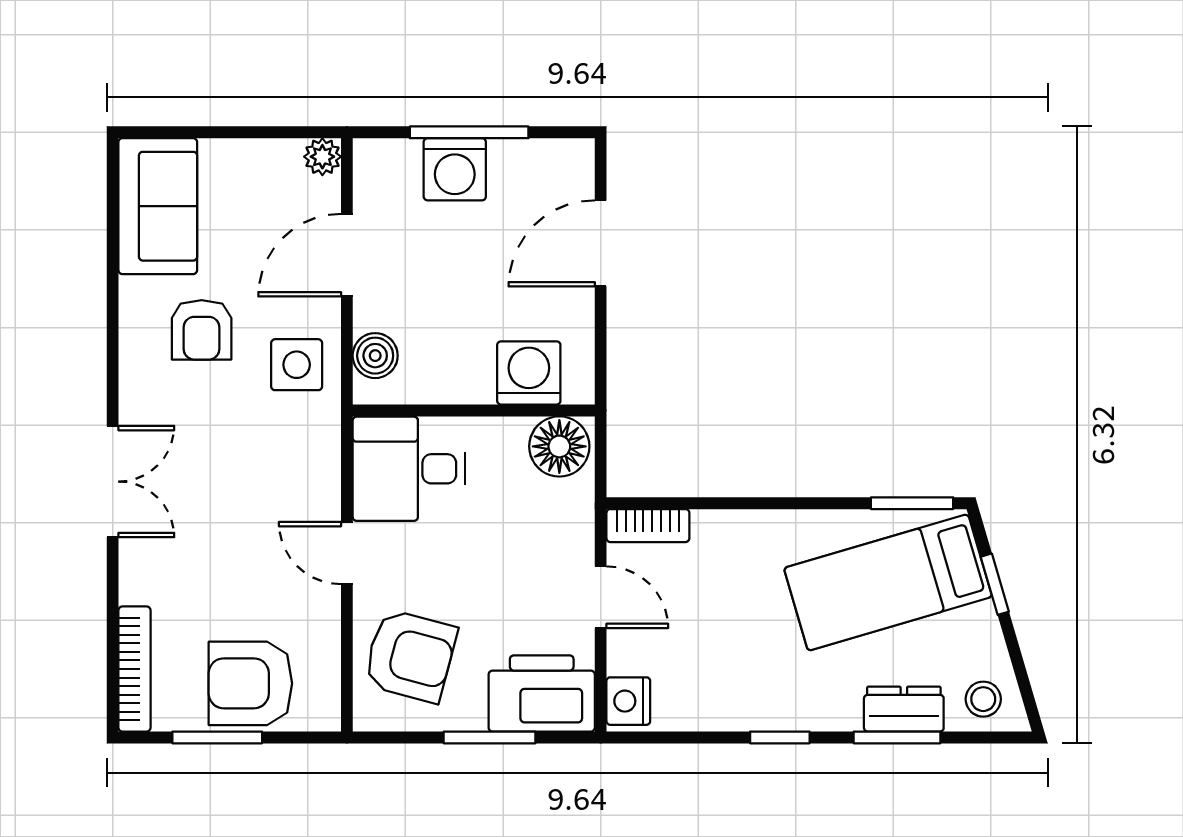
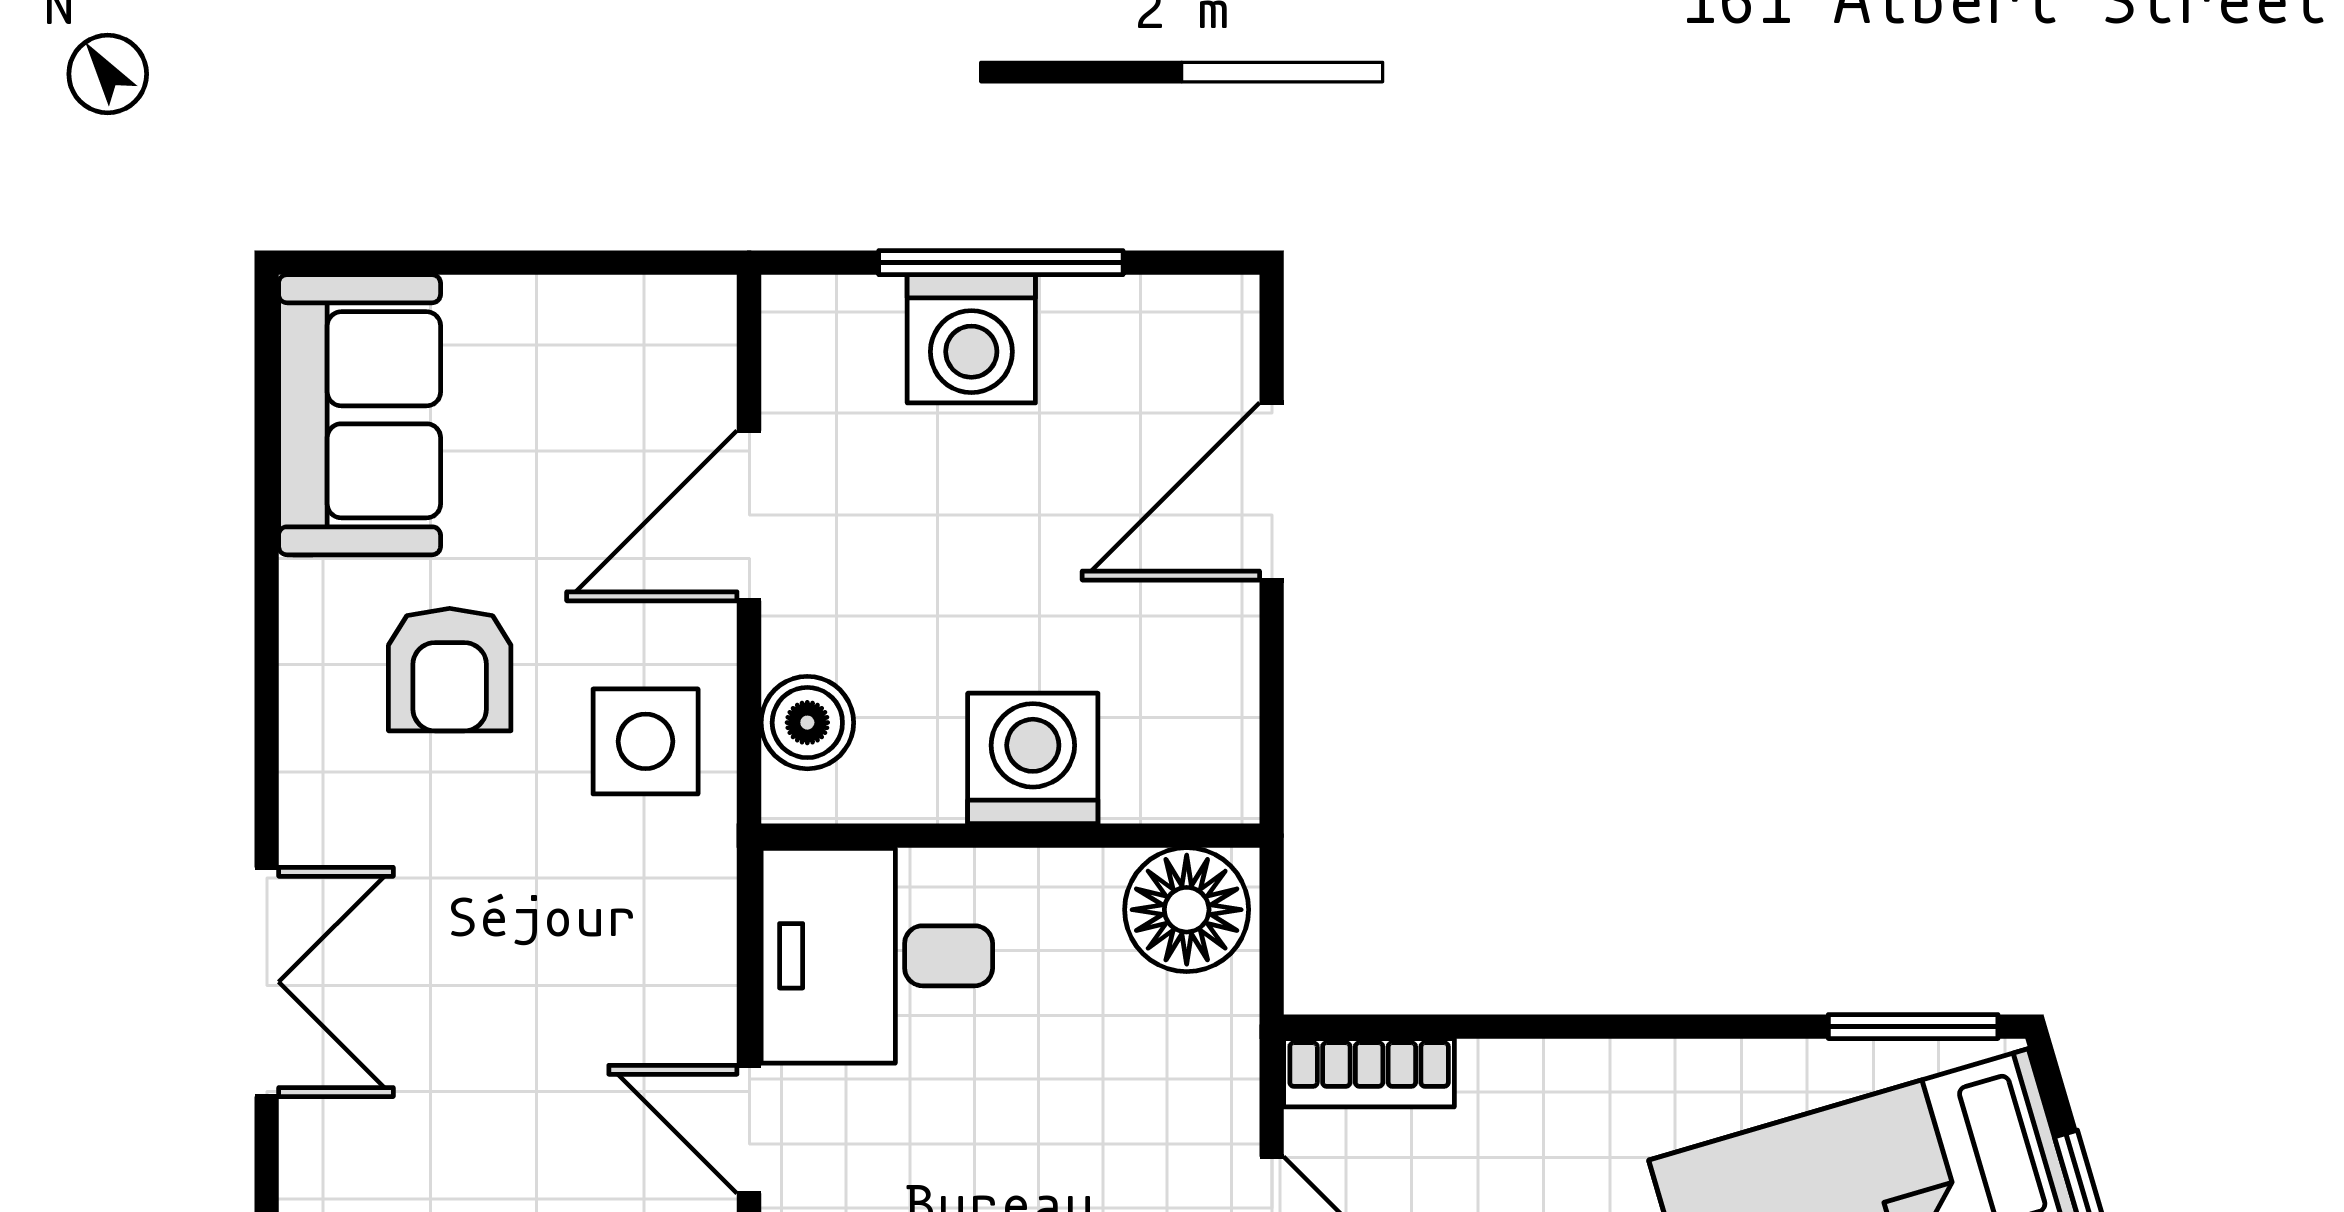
plant: (322, 157) -> (699, 313), removed
washing machine: (529, 373) -> (1033, 758), moved

